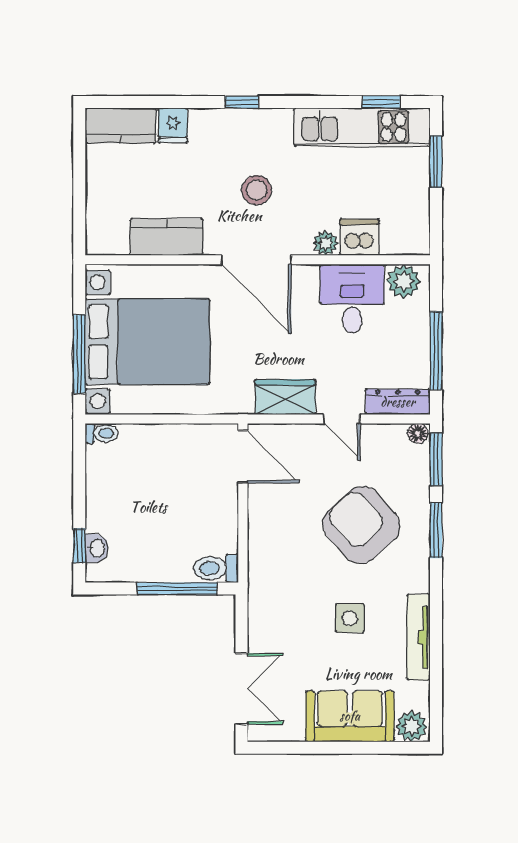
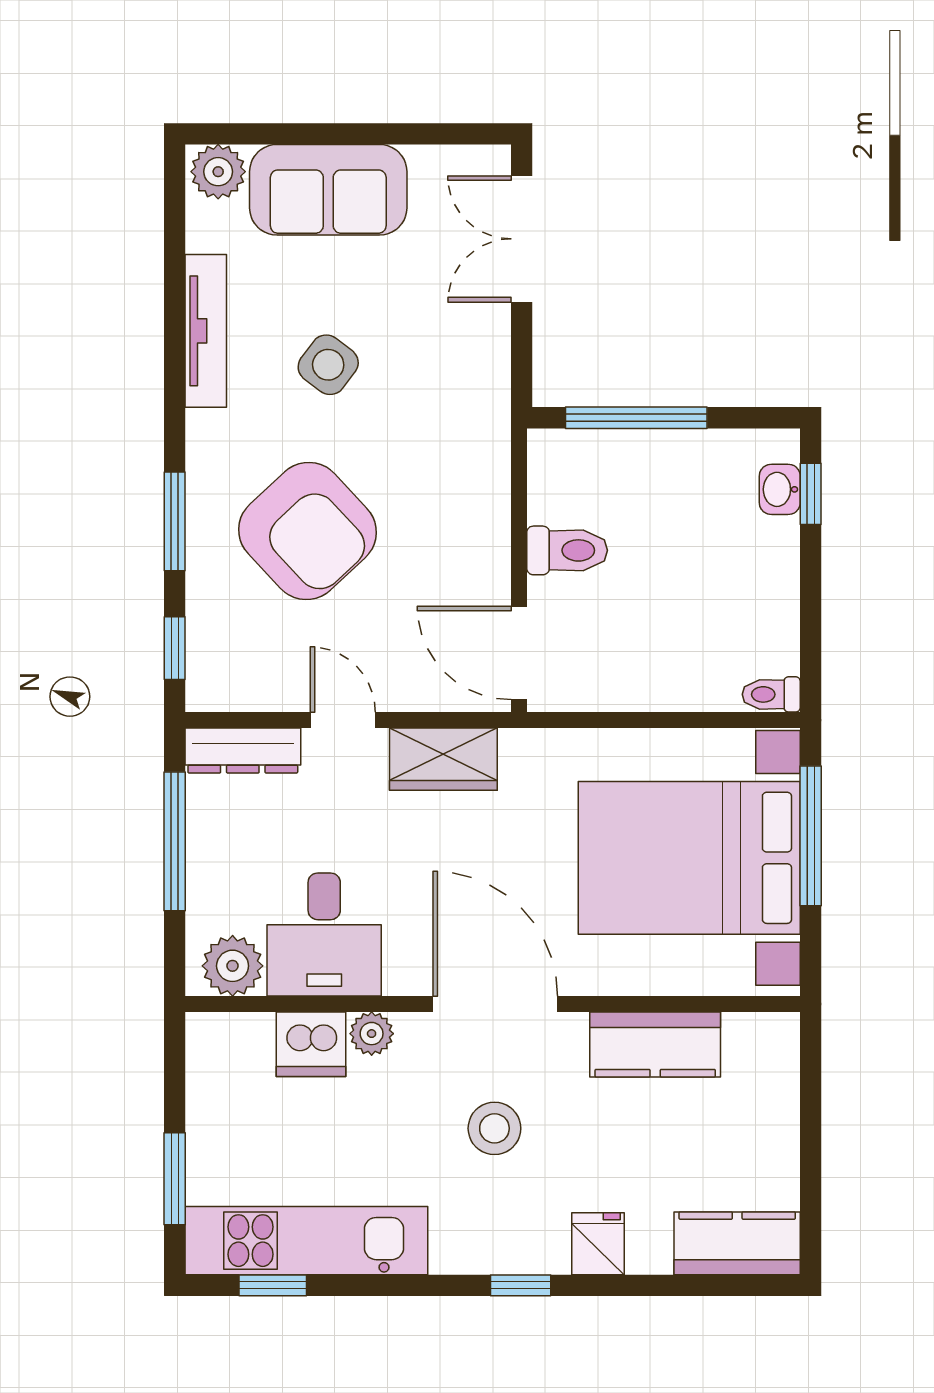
fridge: (173, 125) -> (598, 1244), moved
floor lamp: (418, 433) -> (207, 694), removed
window: (436, 459) -> (175, 648), width x0.67
toilet: (216, 568) -> (567, 550), moved
side table: (350, 618) -> (328, 365), turned 37

